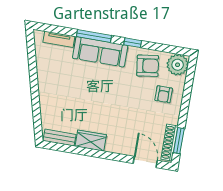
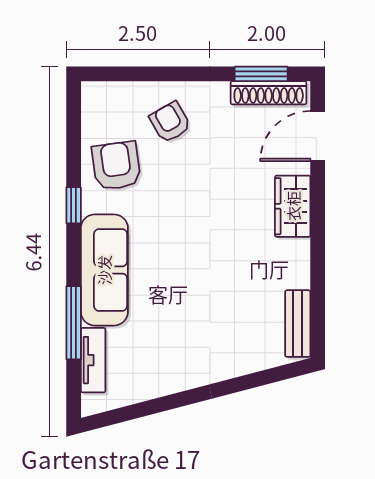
window: (94, 36) -> (74, 323), moved
plant: (178, 65) -> (103, 104), removed
armchair: (164, 94) -> (170, 122), turned -120
wardrobe: (91, 141) -> (293, 206), moved

